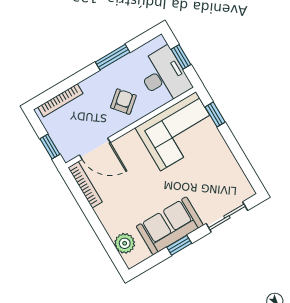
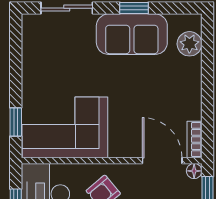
floor lamp: (68, 155) -> (194, 171), added
bookcase: (85, 185) -> (194, 139), width x0.64

